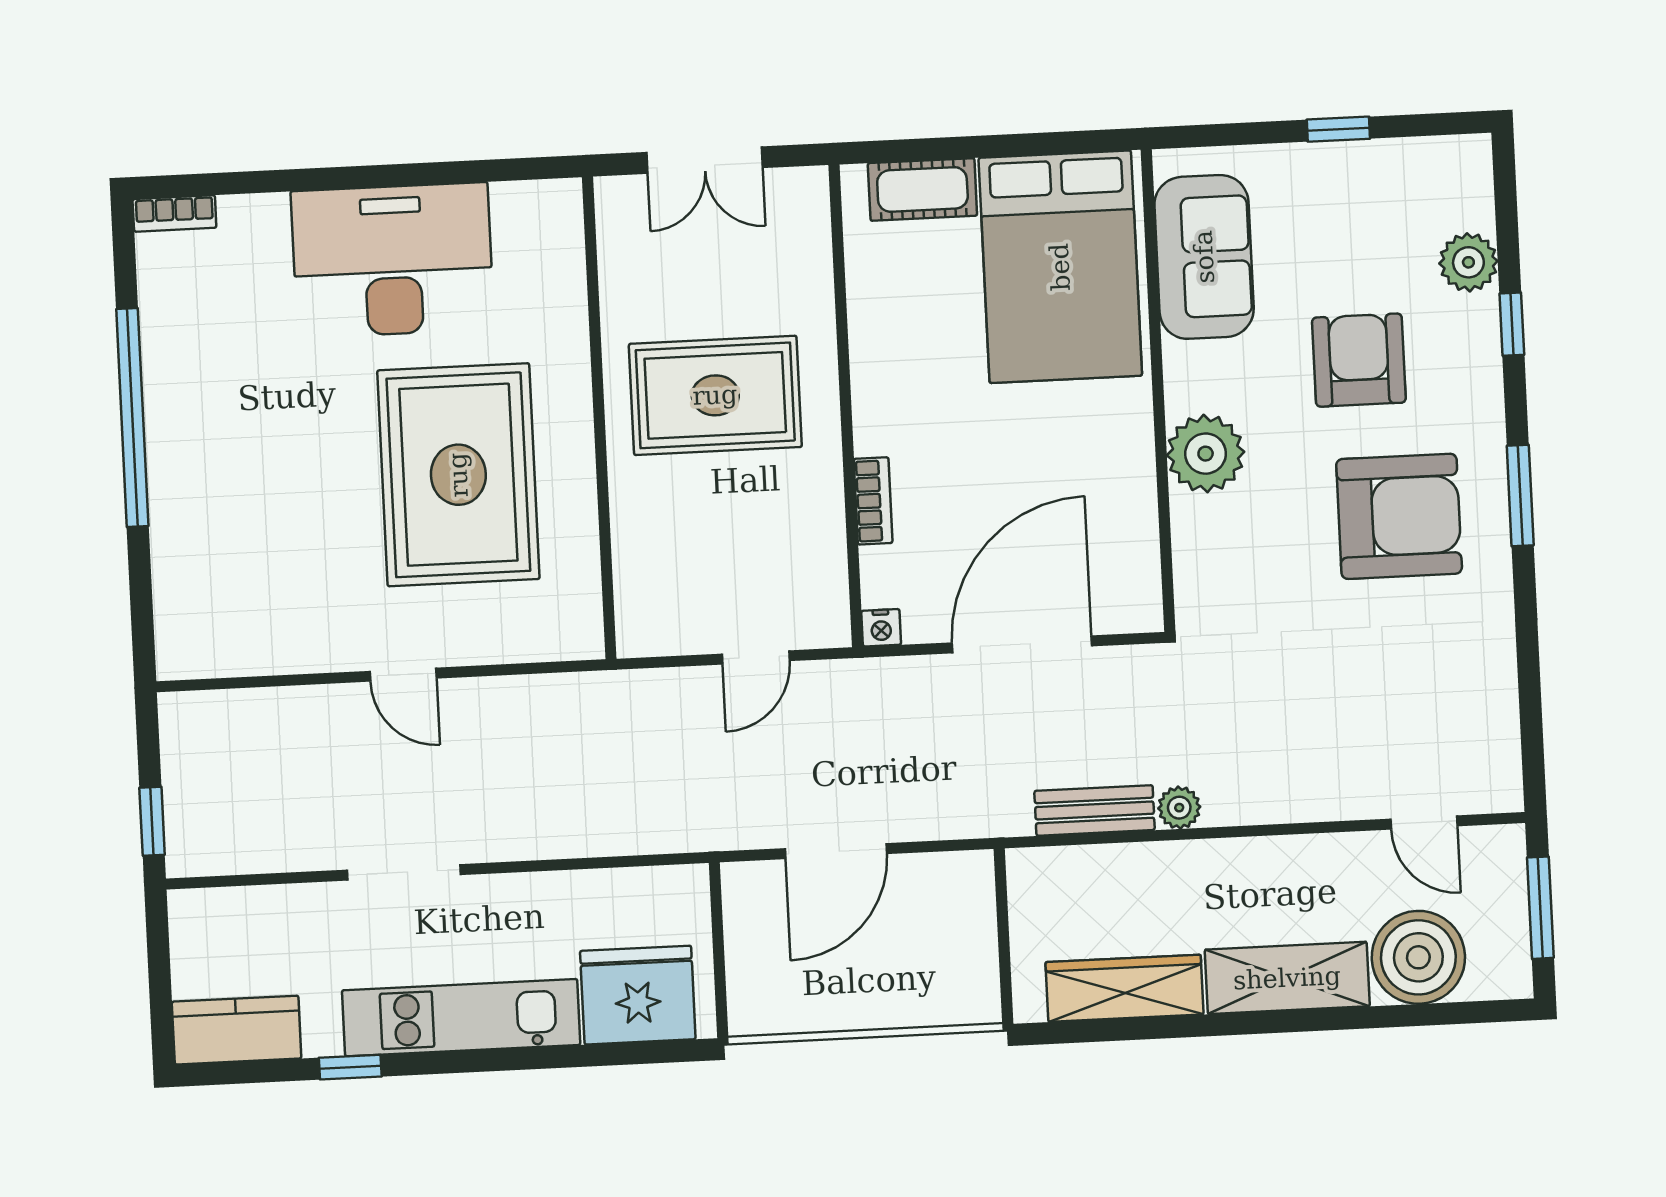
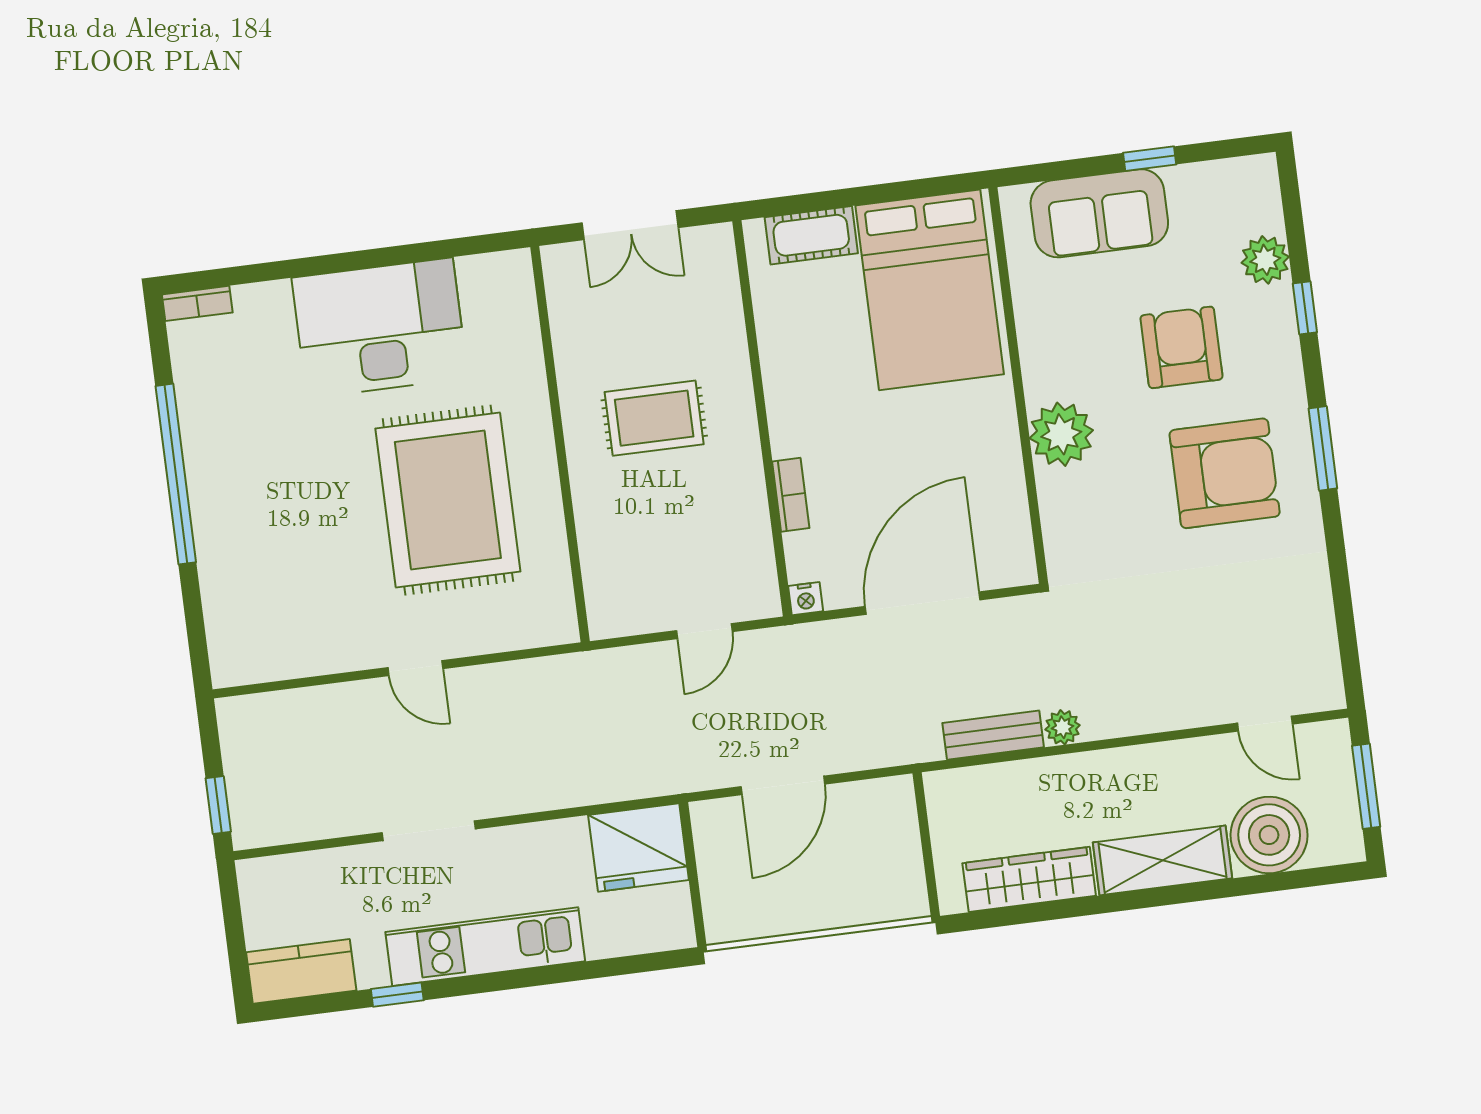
sofa: (1204, 257) -> (1099, 213), moved, turned 90
rug: (715, 395) -> (654, 418), width x0.73, depth x0.70
fridge: (638, 995) -> (639, 848), moved, turned 180

